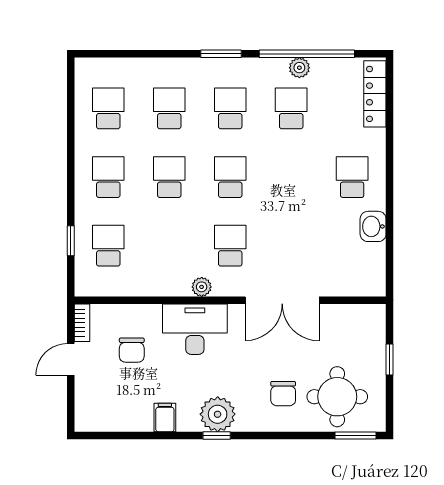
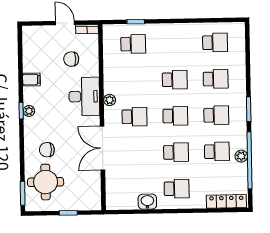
school desk: (108, 177) -> (176, 152), moved
plant: (218, 414) -> (29, 111), width x0.53, depth x0.53

